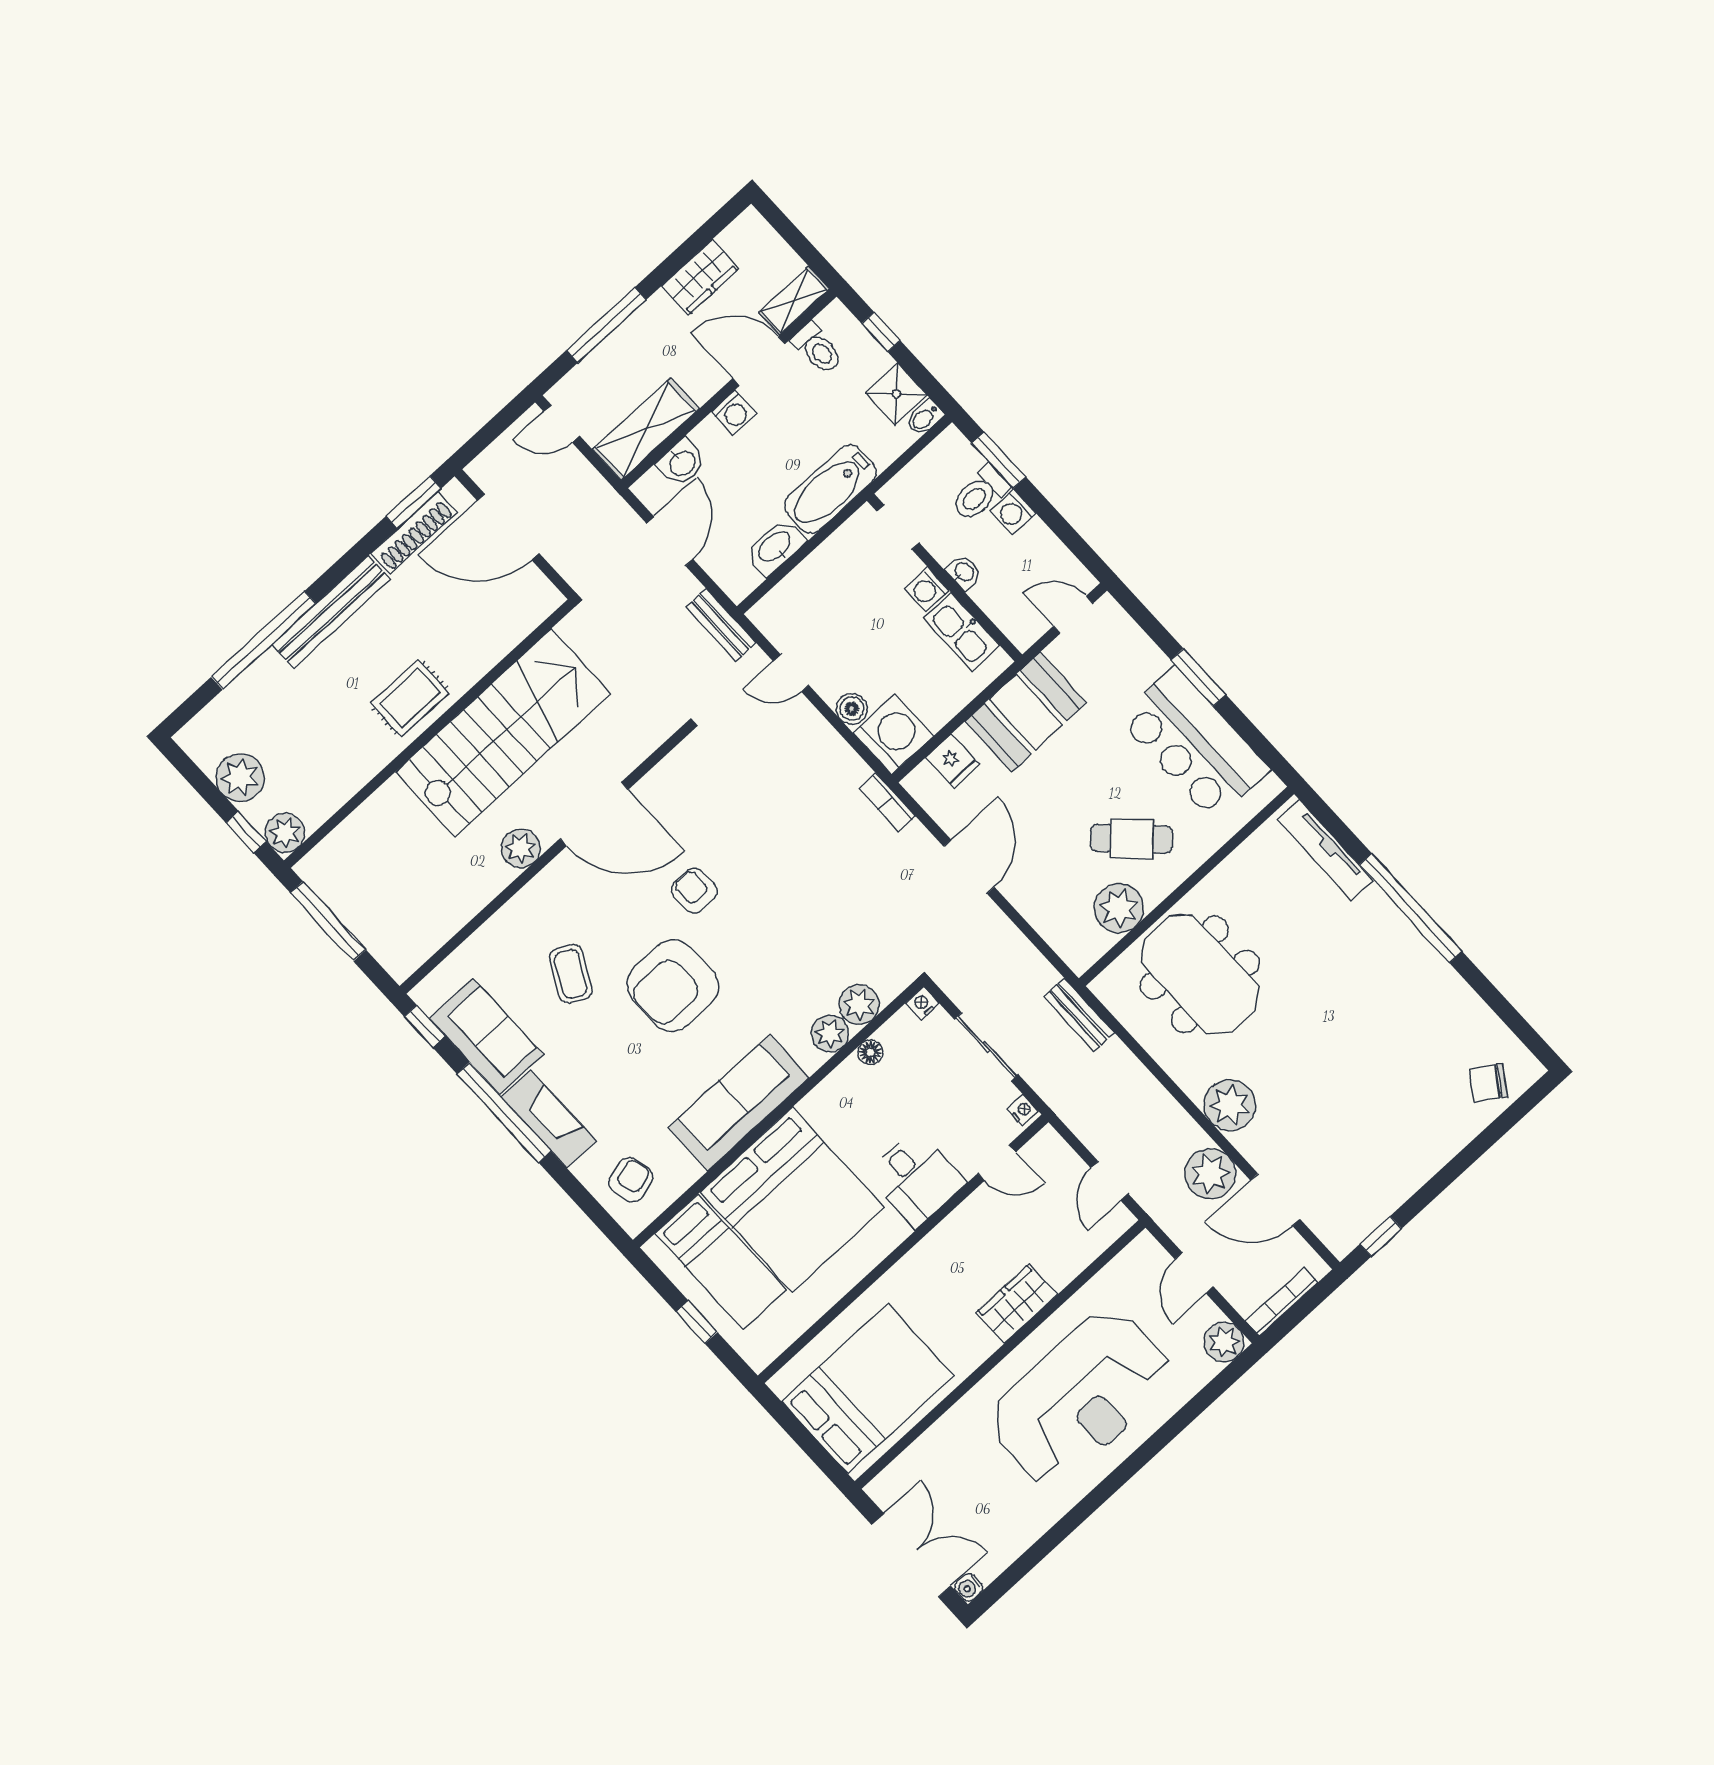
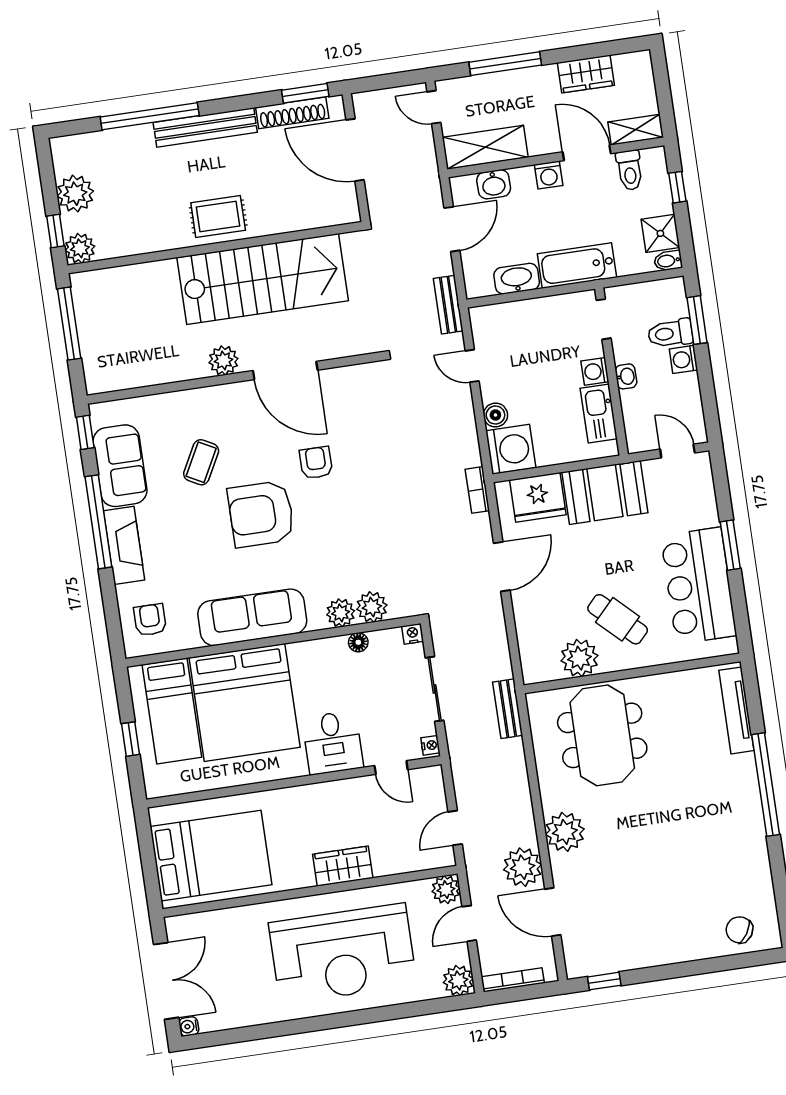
fridge: (952, 761) -> (538, 497), width x1.88, depth x1.34
armchair: (631, 1180) -> (150, 620), turned -76
plant: (1144, 1254) -> (446, 890), added

